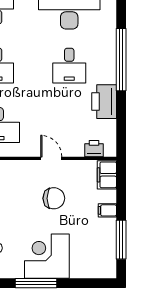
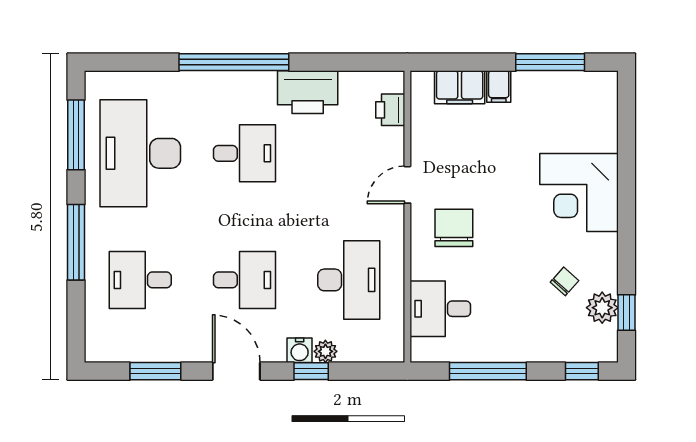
filing cabinet: (107, 175) -> (460, 87), moved
chair: (54, 198) -> (454, 228), moved
window: (36, 283) -> (626, 212), removed

